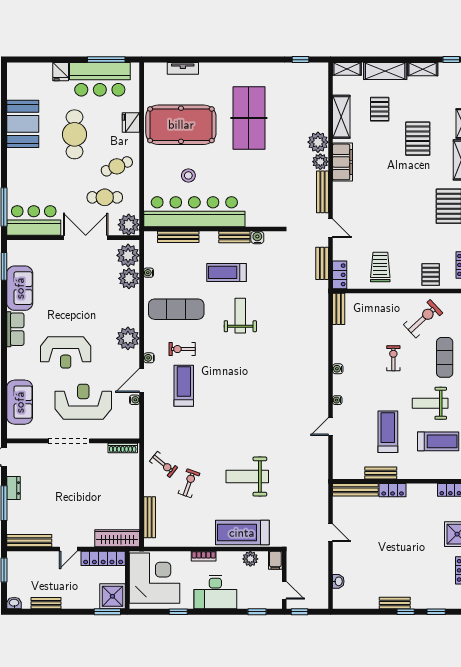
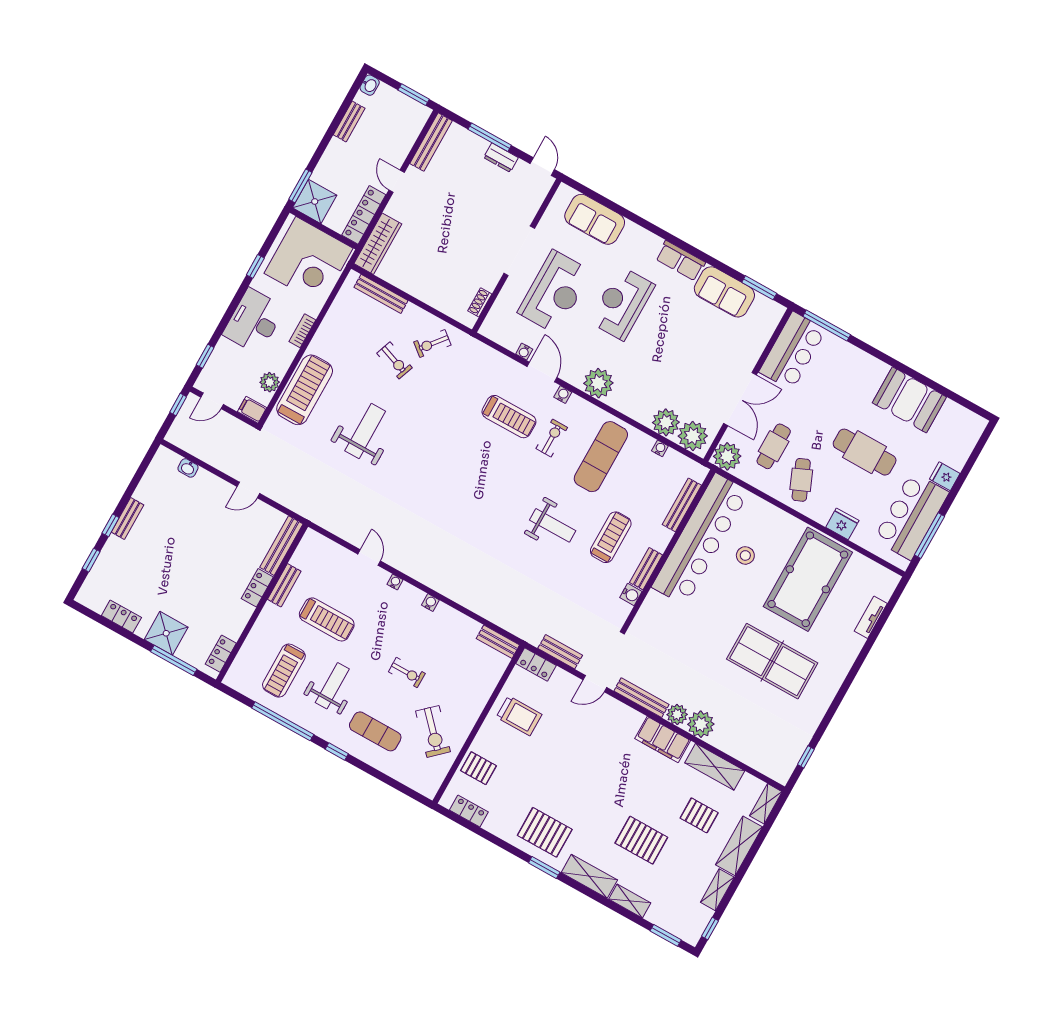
shoe rack: (123, 448) -> (480, 302), width x0.70

